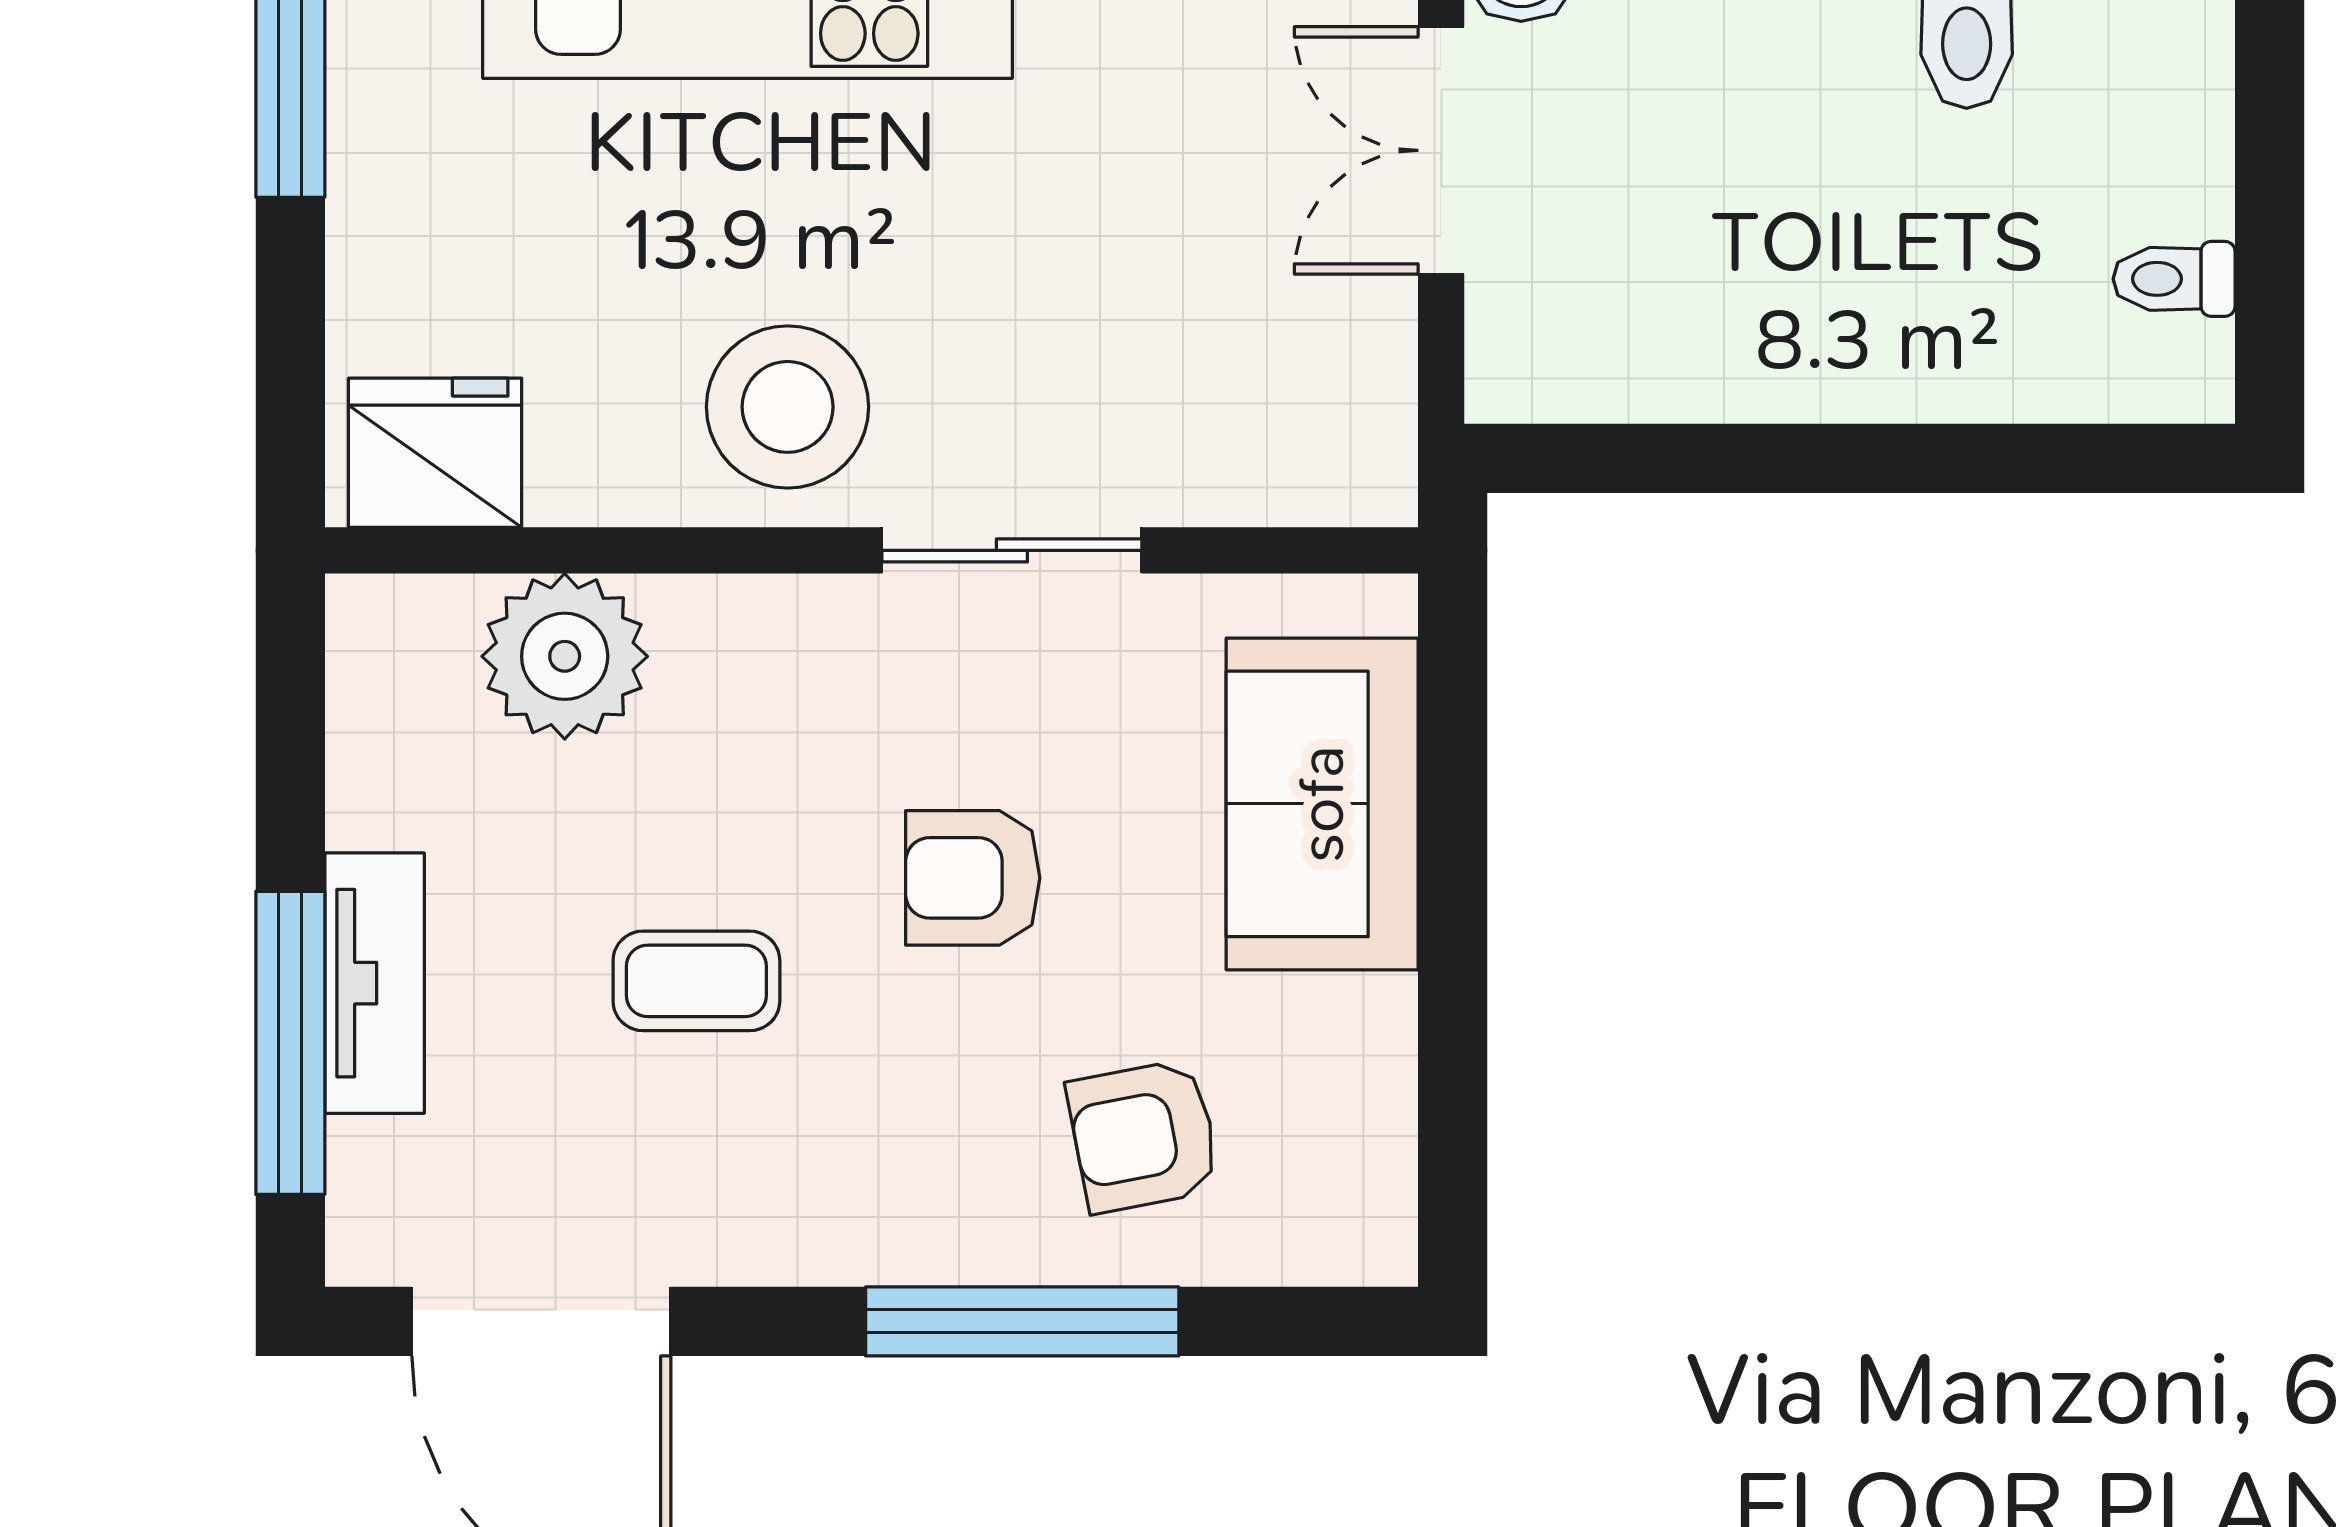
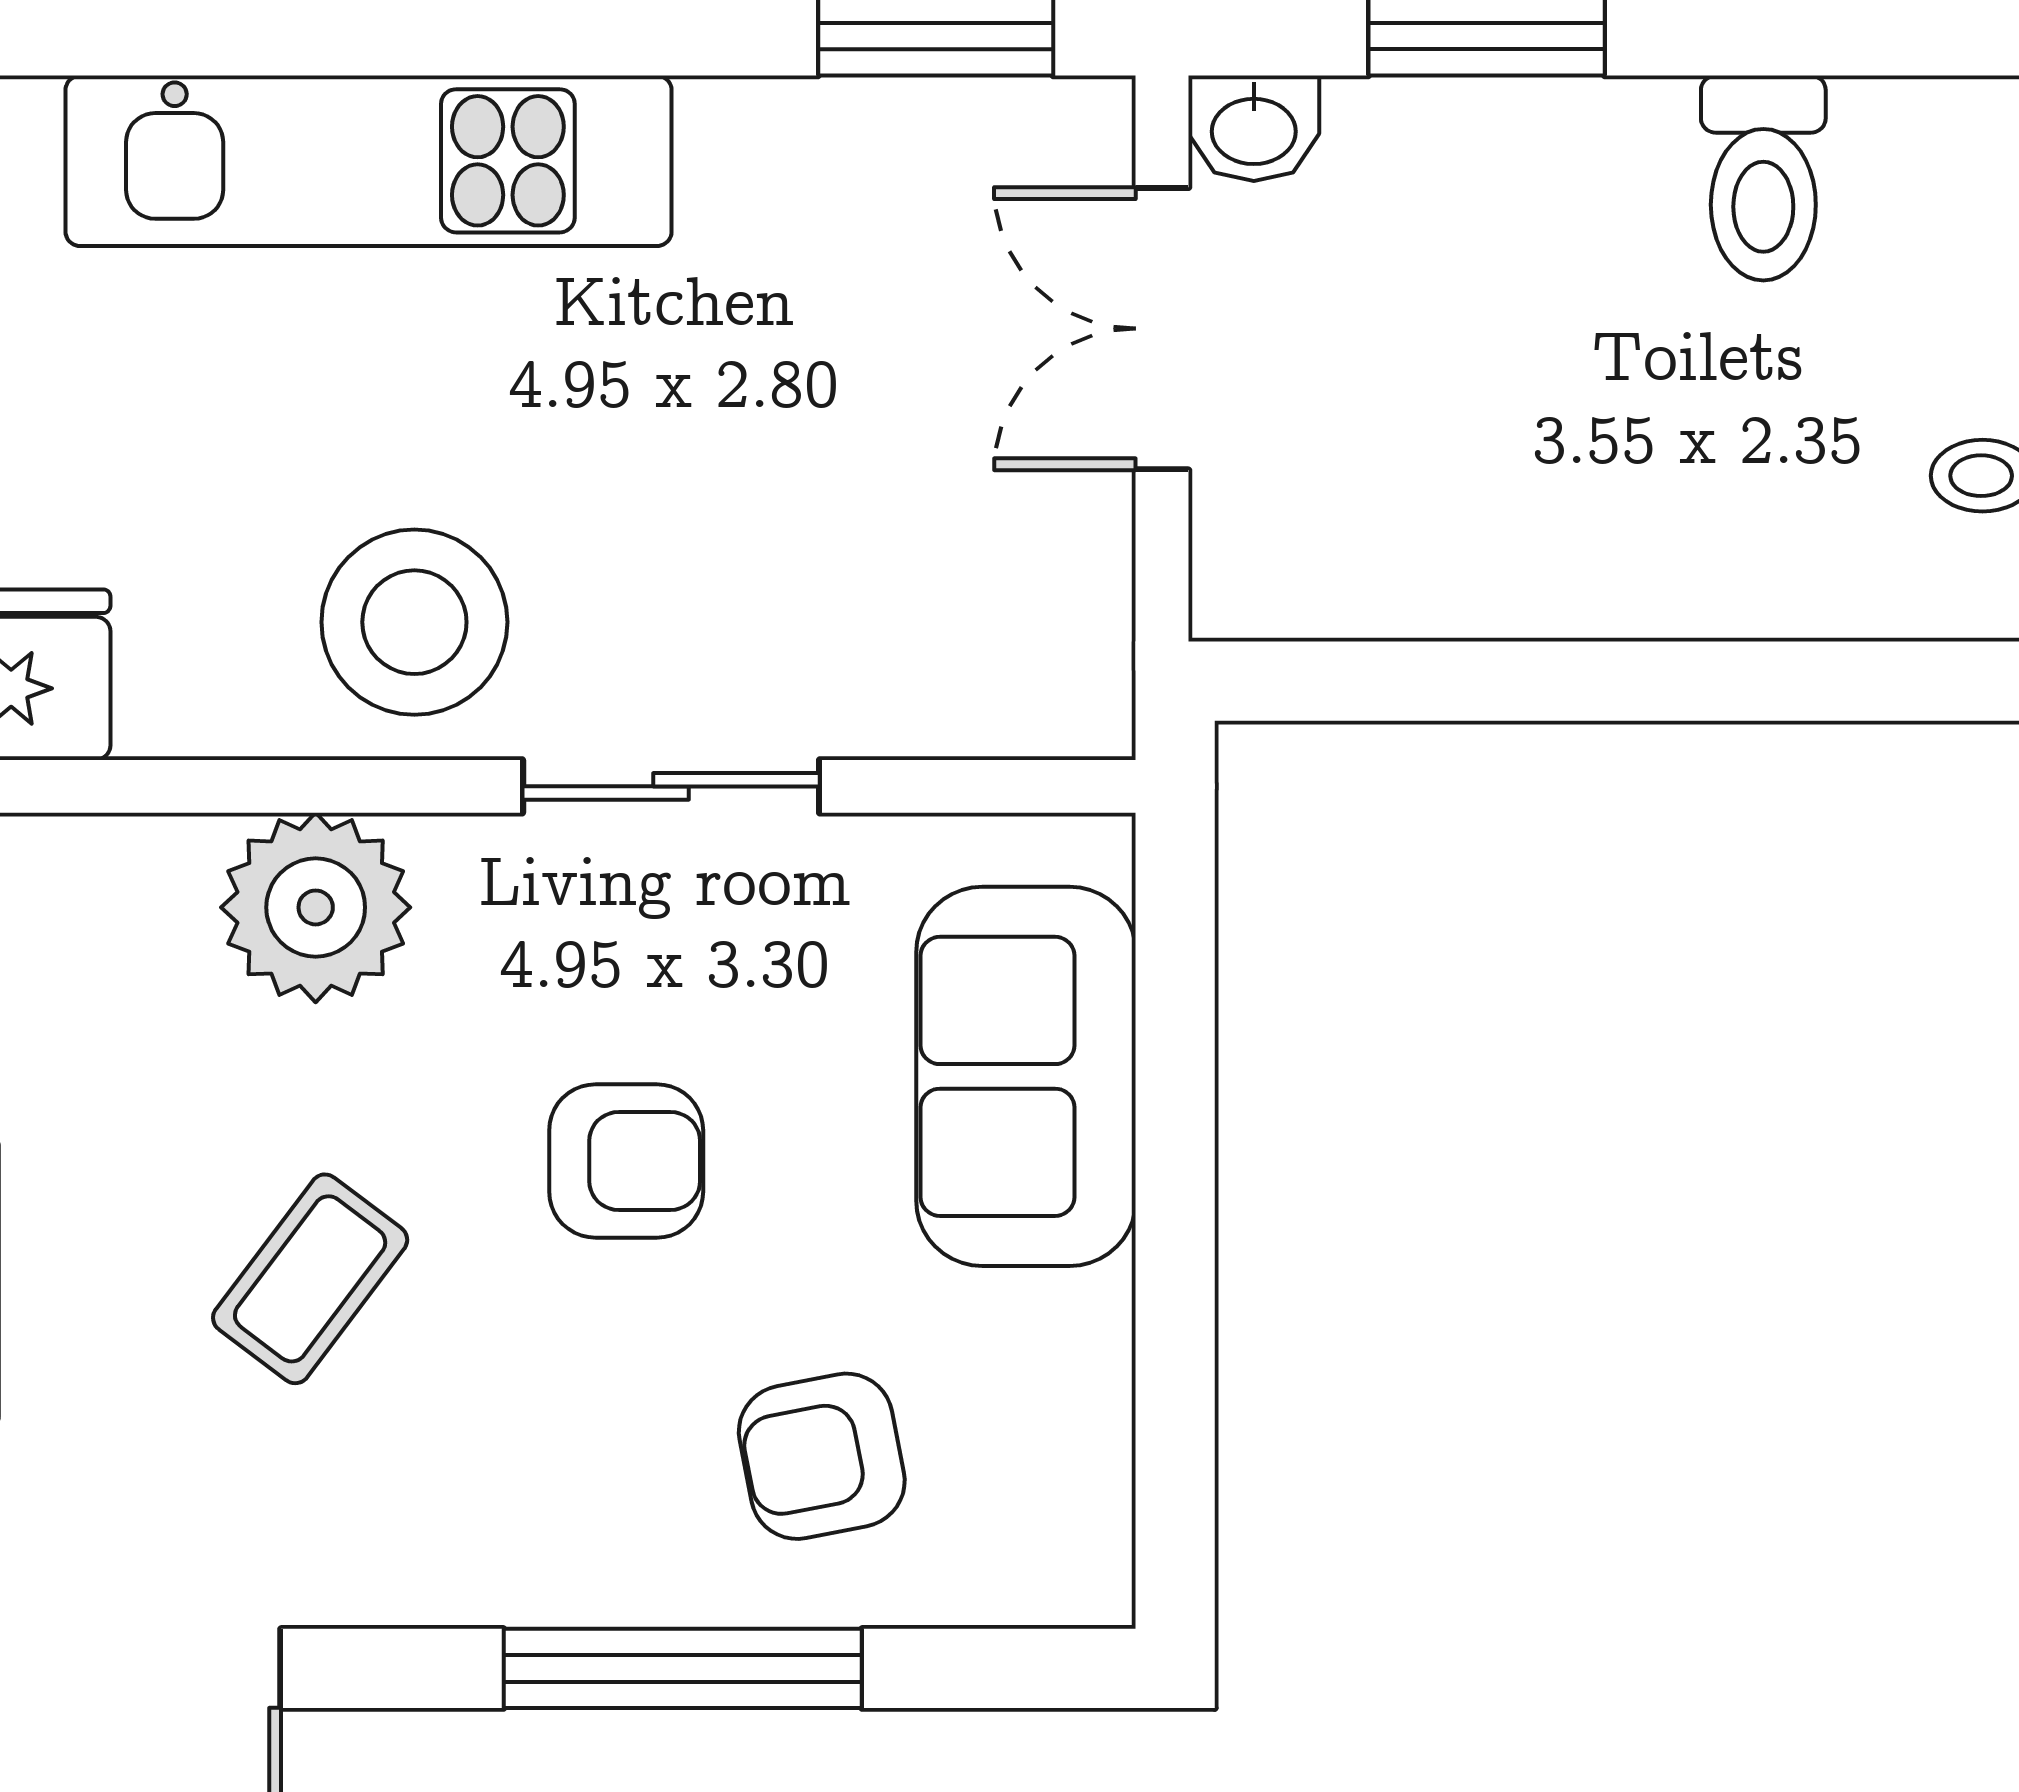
plant: (565, 656) -> (316, 907), moved
armchair: (973, 878) -> (626, 1161), turned 180
coffee table: (696, 981) -> (310, 1279), turned -53

